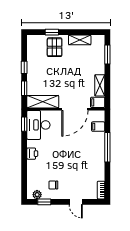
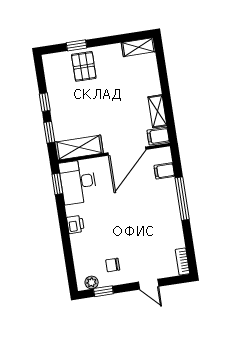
shelving: (80, 40) -> (138, 47), moved
window: (107, 54) -> (161, 65), removed

